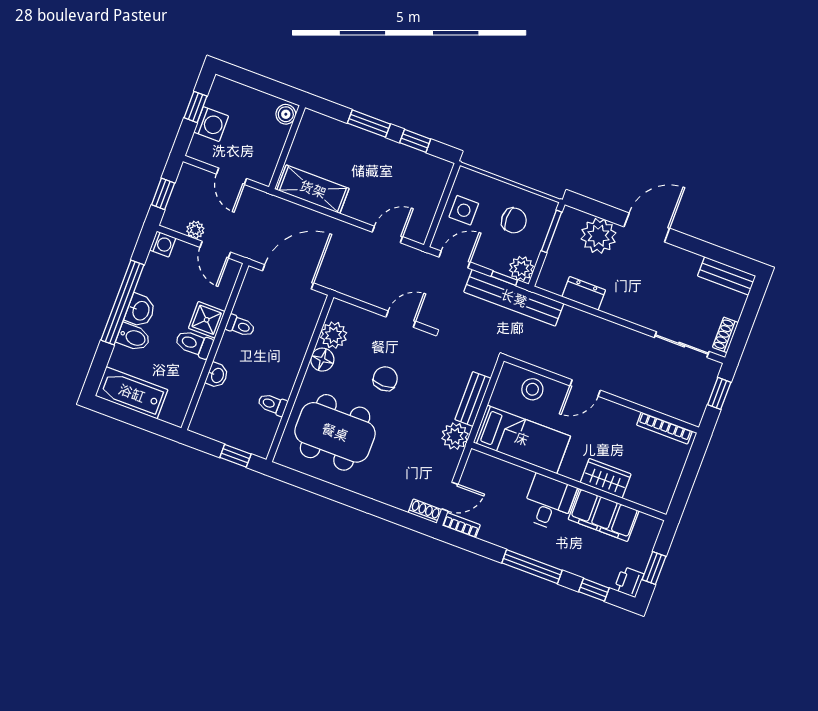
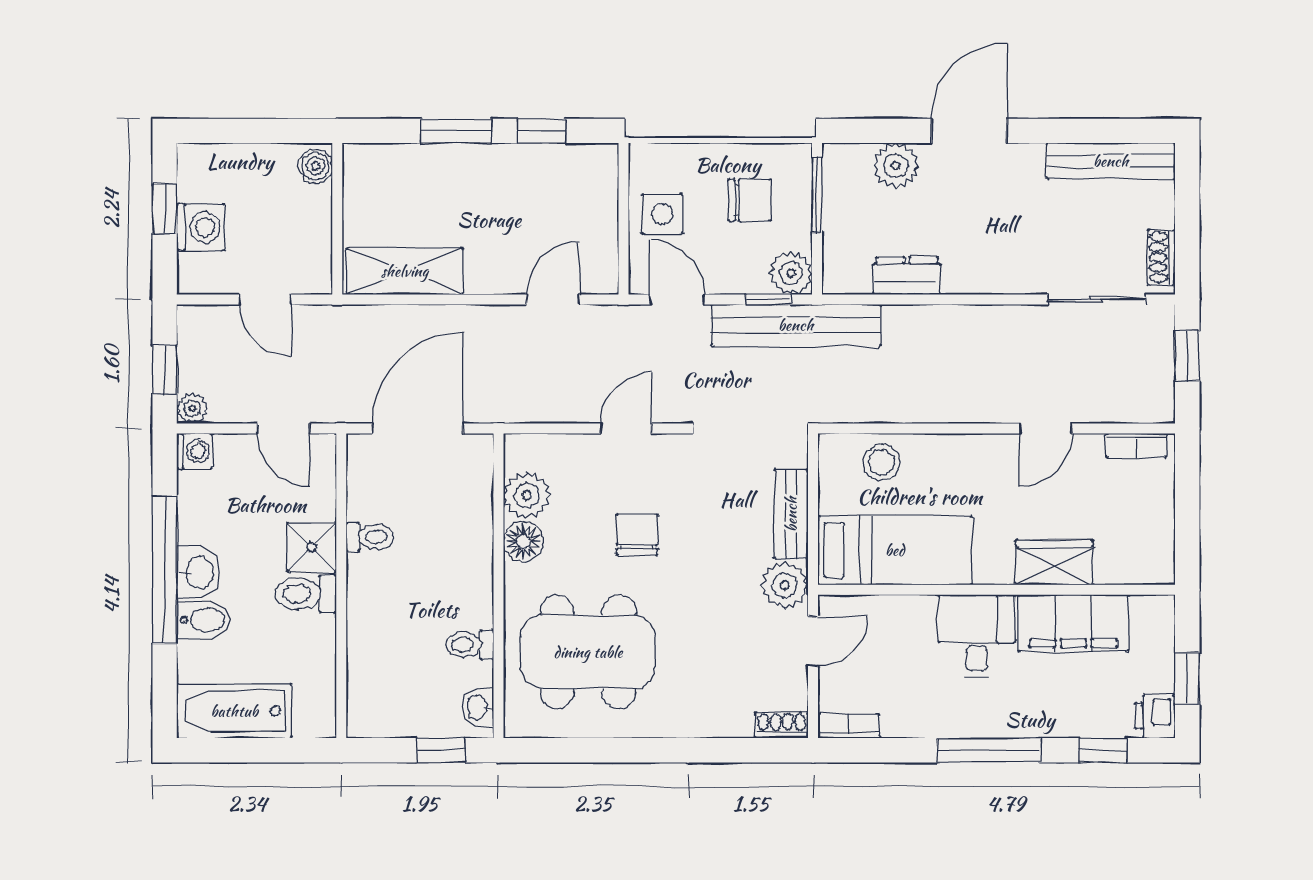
plant: (195, 230) -> (192, 408), moved
plant: (598, 236) -> (896, 166), width x0.73, depth x0.73
door: (455, 260) -> (677, 299), hinge flipped
bench: (727, 276) -> (1111, 161), width x1.36
washbasin: (217, 375) -> (478, 707), moved, turned 180
door: (585, 388) -> (1046, 428), moved
bookcase: (664, 428) -> (1136, 445), width x0.64
door: (450, 497) -> (813, 641), moved

